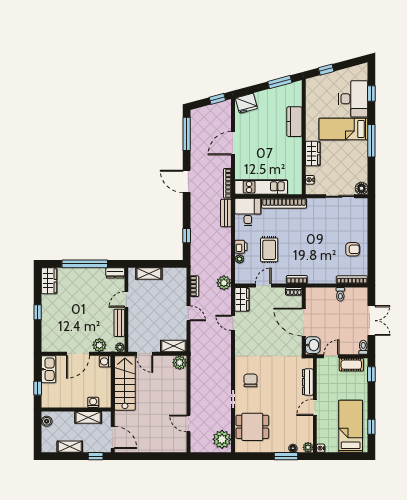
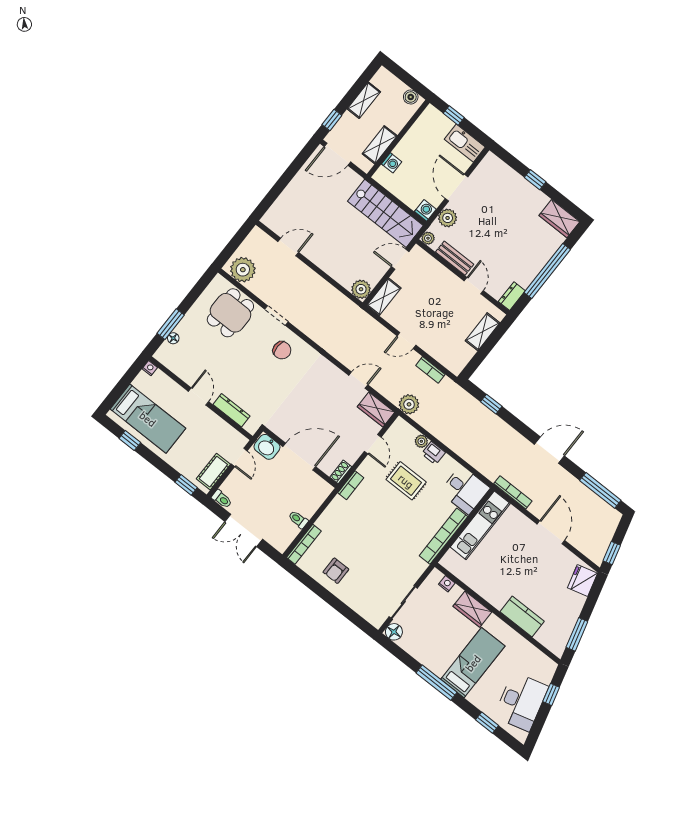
desk: (353, 99) -> (521, 702), moved, turned -105
bench: (226, 213) -> (482, 466), removed
plant: (308, 447) -> (161, 355), removed

